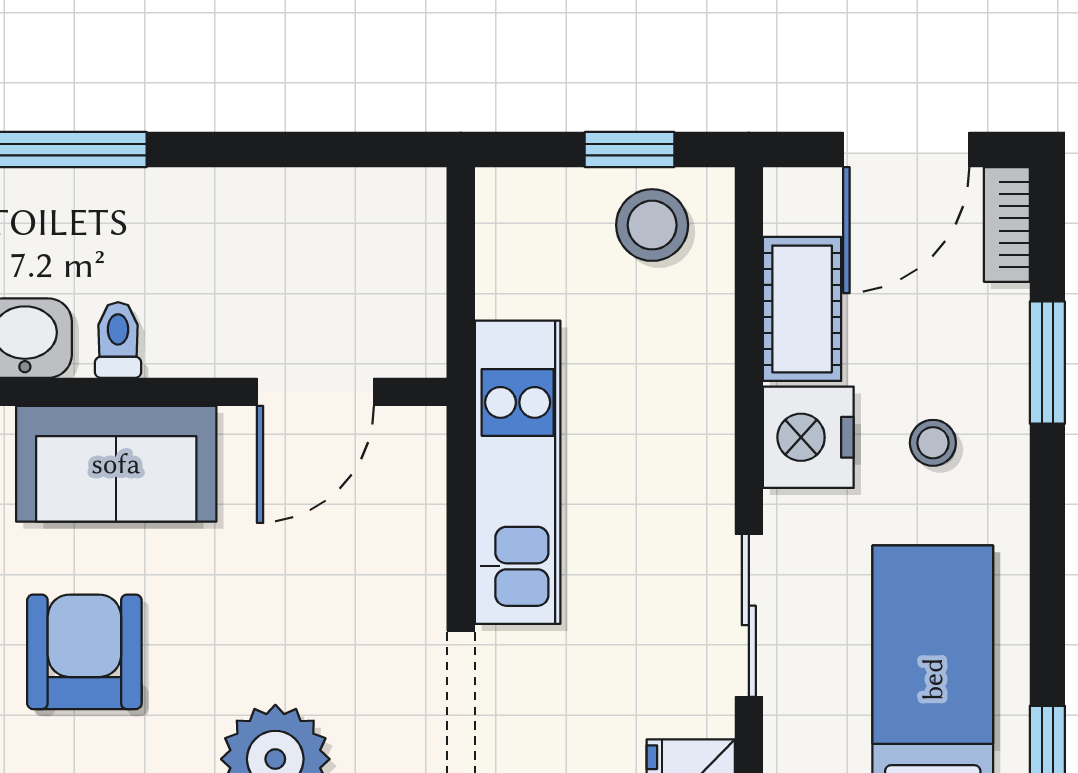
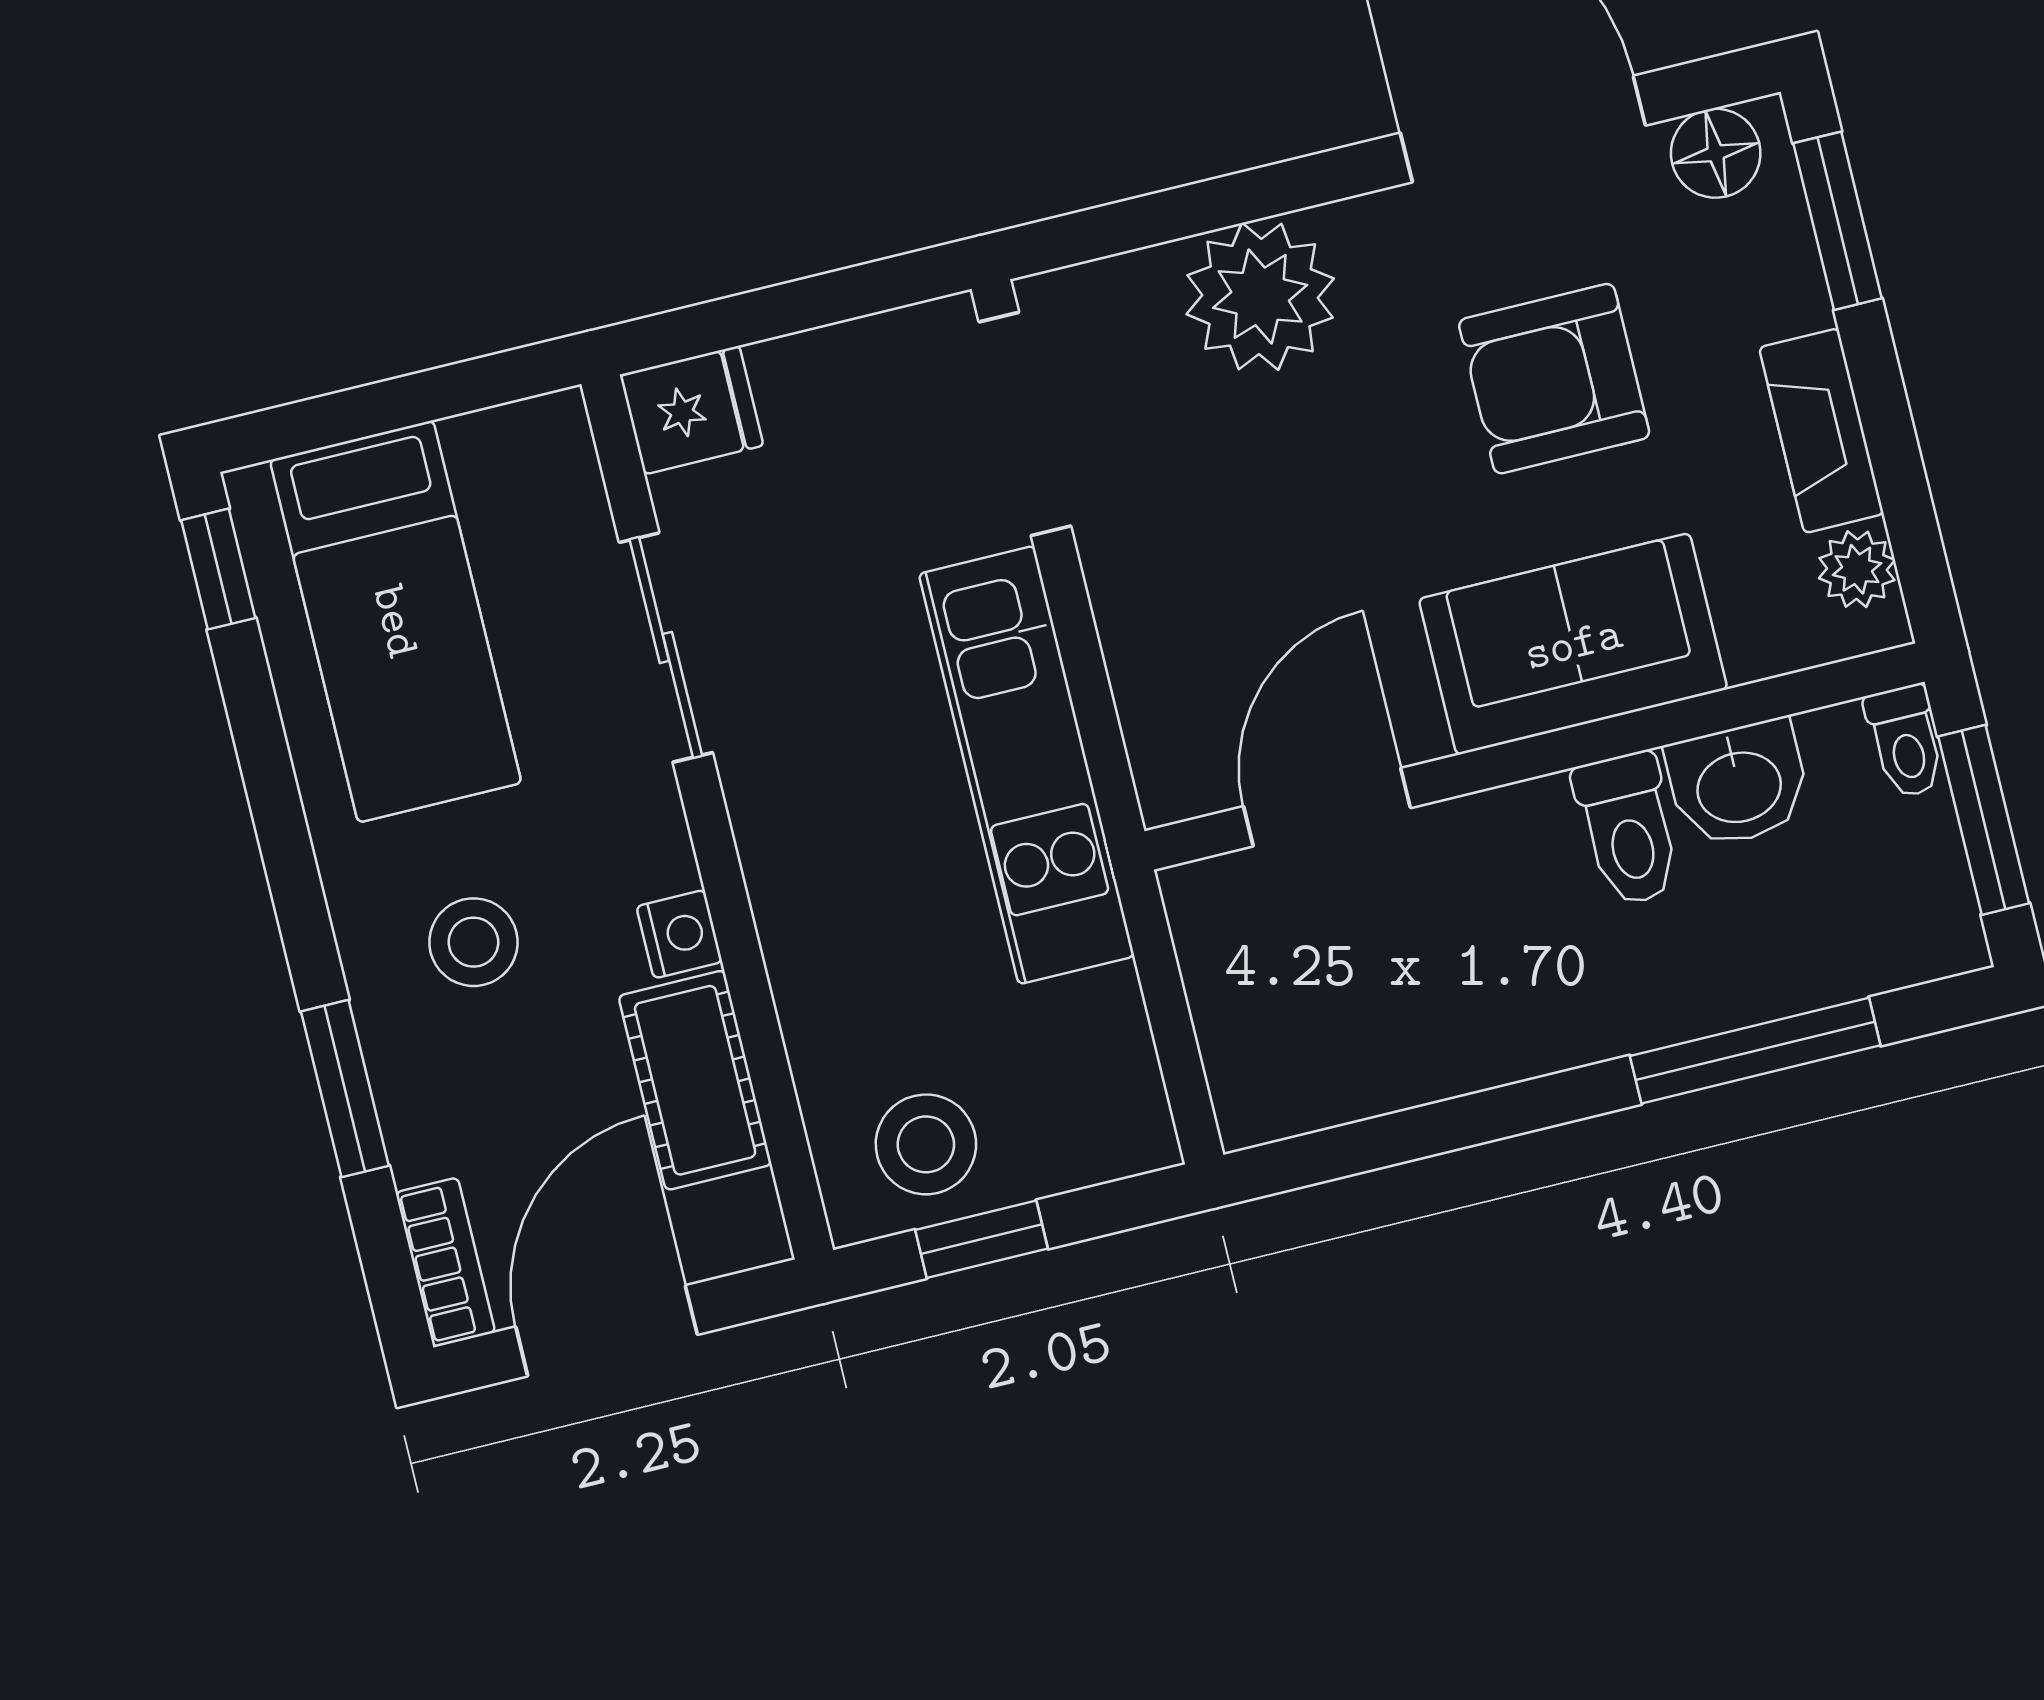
toilet: (118, 340) -> (1628, 829), width x1.37, depth x1.39
nightstand: (808, 437) -> (679, 934), width x0.53, depth x0.56
stool: (933, 443) -> (473, 942), width x1.37, depth x1.37
armchair: (84, 652) -> (1554, 379), turned 90

